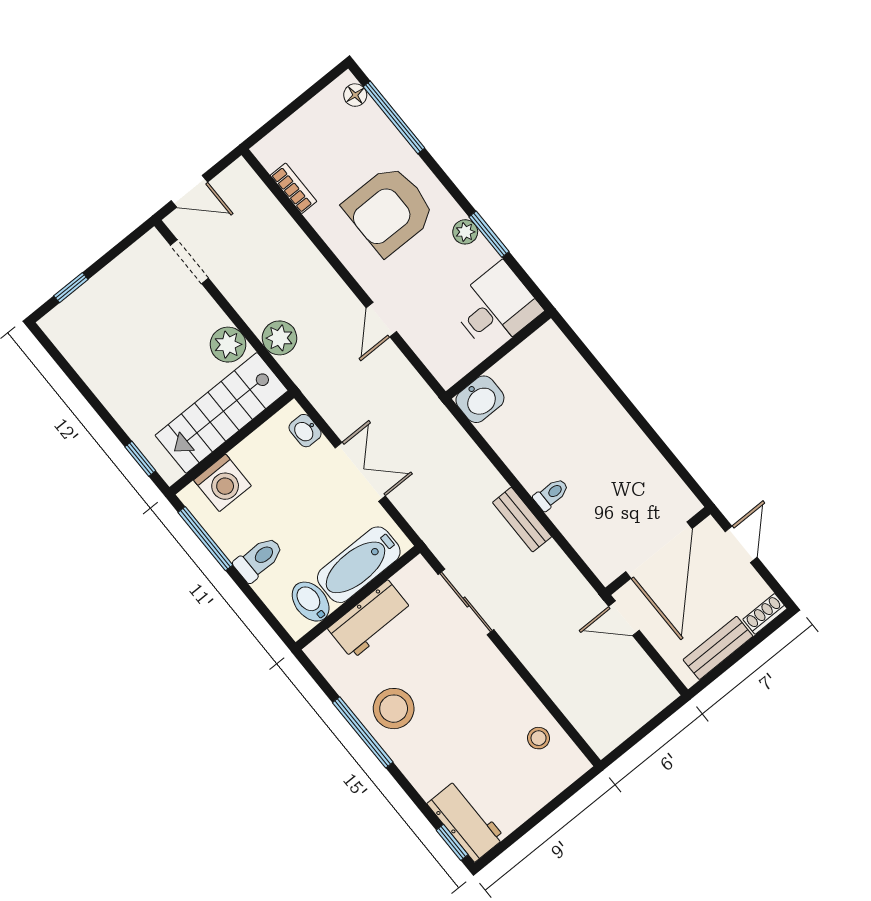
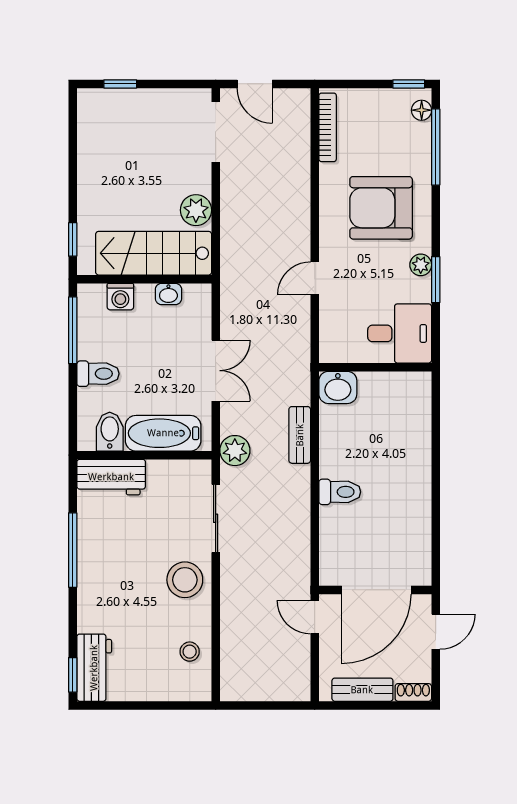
window: (325, 81) -> (409, 84), added
bookcase: (294, 188) -> (328, 127), width x1.56
doorway: (189, 262) -> (216, 132), width x1.38
plant: (279, 338) -> (235, 451), moved
washbasin: (305, 431) -> (168, 294), moved, turned -90
washing machine: (222, 483) -> (120, 297), width x0.73, depth x0.73
toilet: (551, 494) -> (340, 492), width x1.37, depth x1.39
bench: (522, 520) -> (300, 435), moved
workbench: (370, 620) -> (111, 477), moved
stool: (394, 709) -> (185, 580), moved

